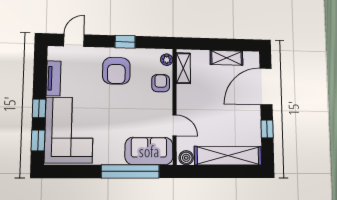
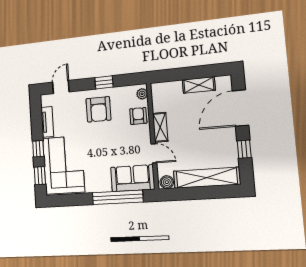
shelving: (183, 68) -> (160, 127), moved

